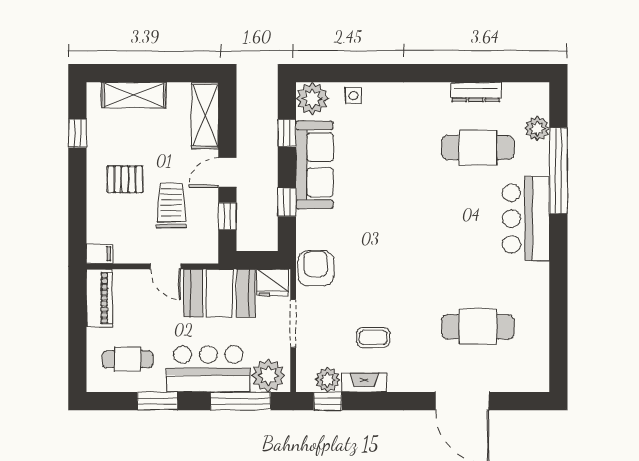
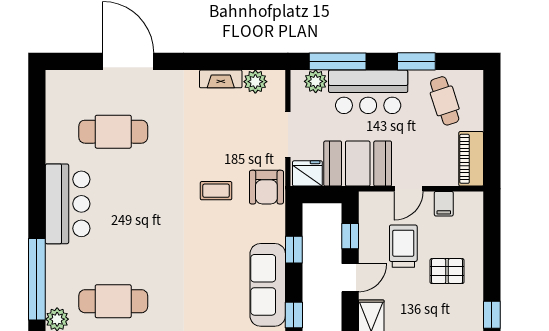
trolley: (171, 206) -> (403, 246), turned 180
bar counter: (526, 218) -> (68, 204), moved
filing cabinet: (100, 254) -> (444, 204), moved, turned -90
door: (166, 266) -> (409, 189), swing flipped
coffee table: (373, 337) -> (216, 191), moved
cafe table: (127, 359) -> (445, 101), turned 72
plant: (268, 376) -> (316, 81), width x0.73, depth x0.73
window: (328, 401) -> (255, 61), removed

